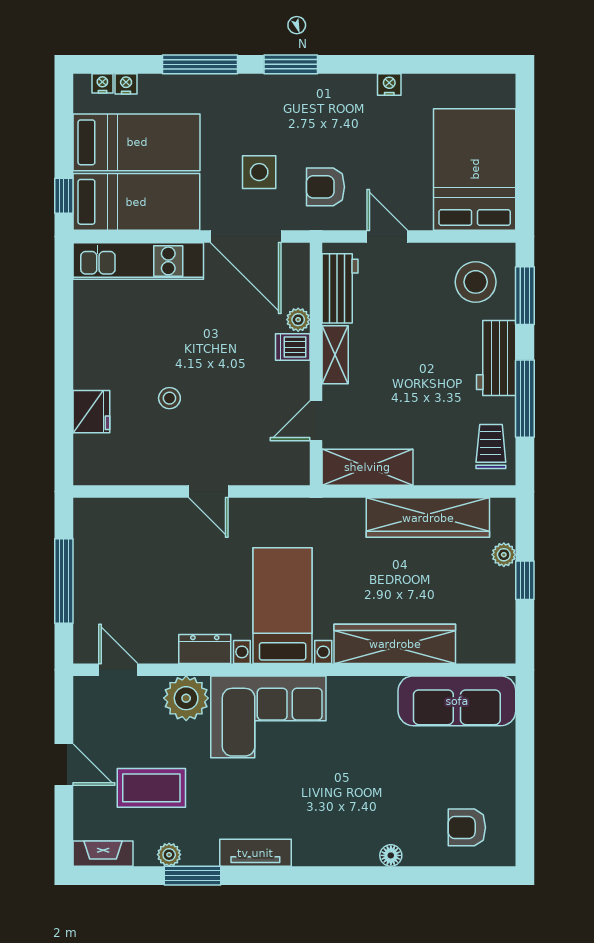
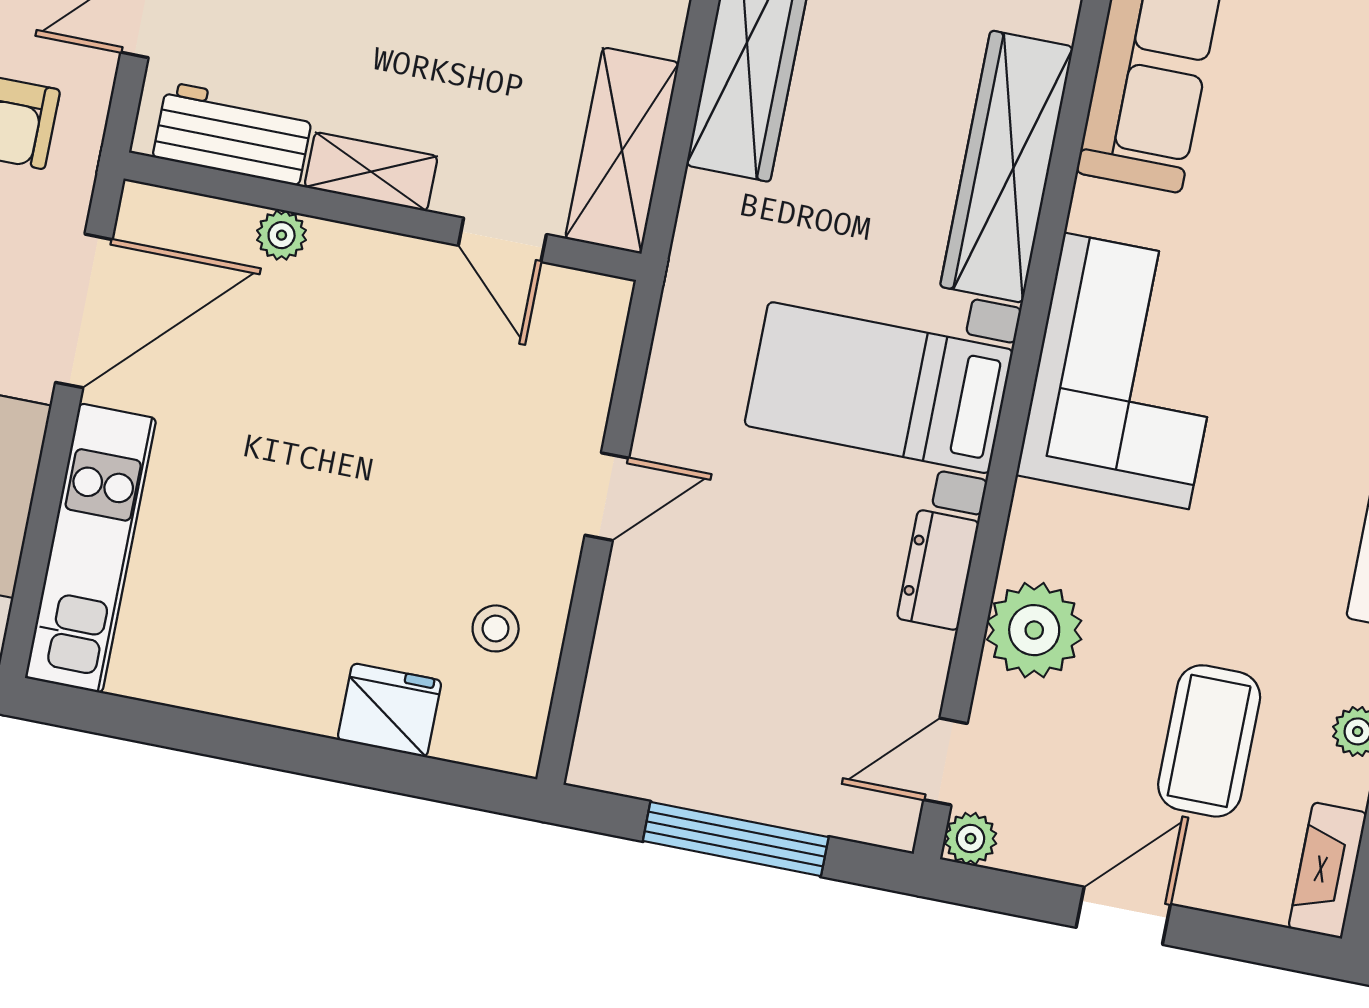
dishwasher: (293, 347) -> (337, 258), removed
stool: (169, 398) -> (496, 628), moved
plant: (85, 688) -> (971, 839), added
corner sofa: (268, 717) -> (1126, 371), moved

